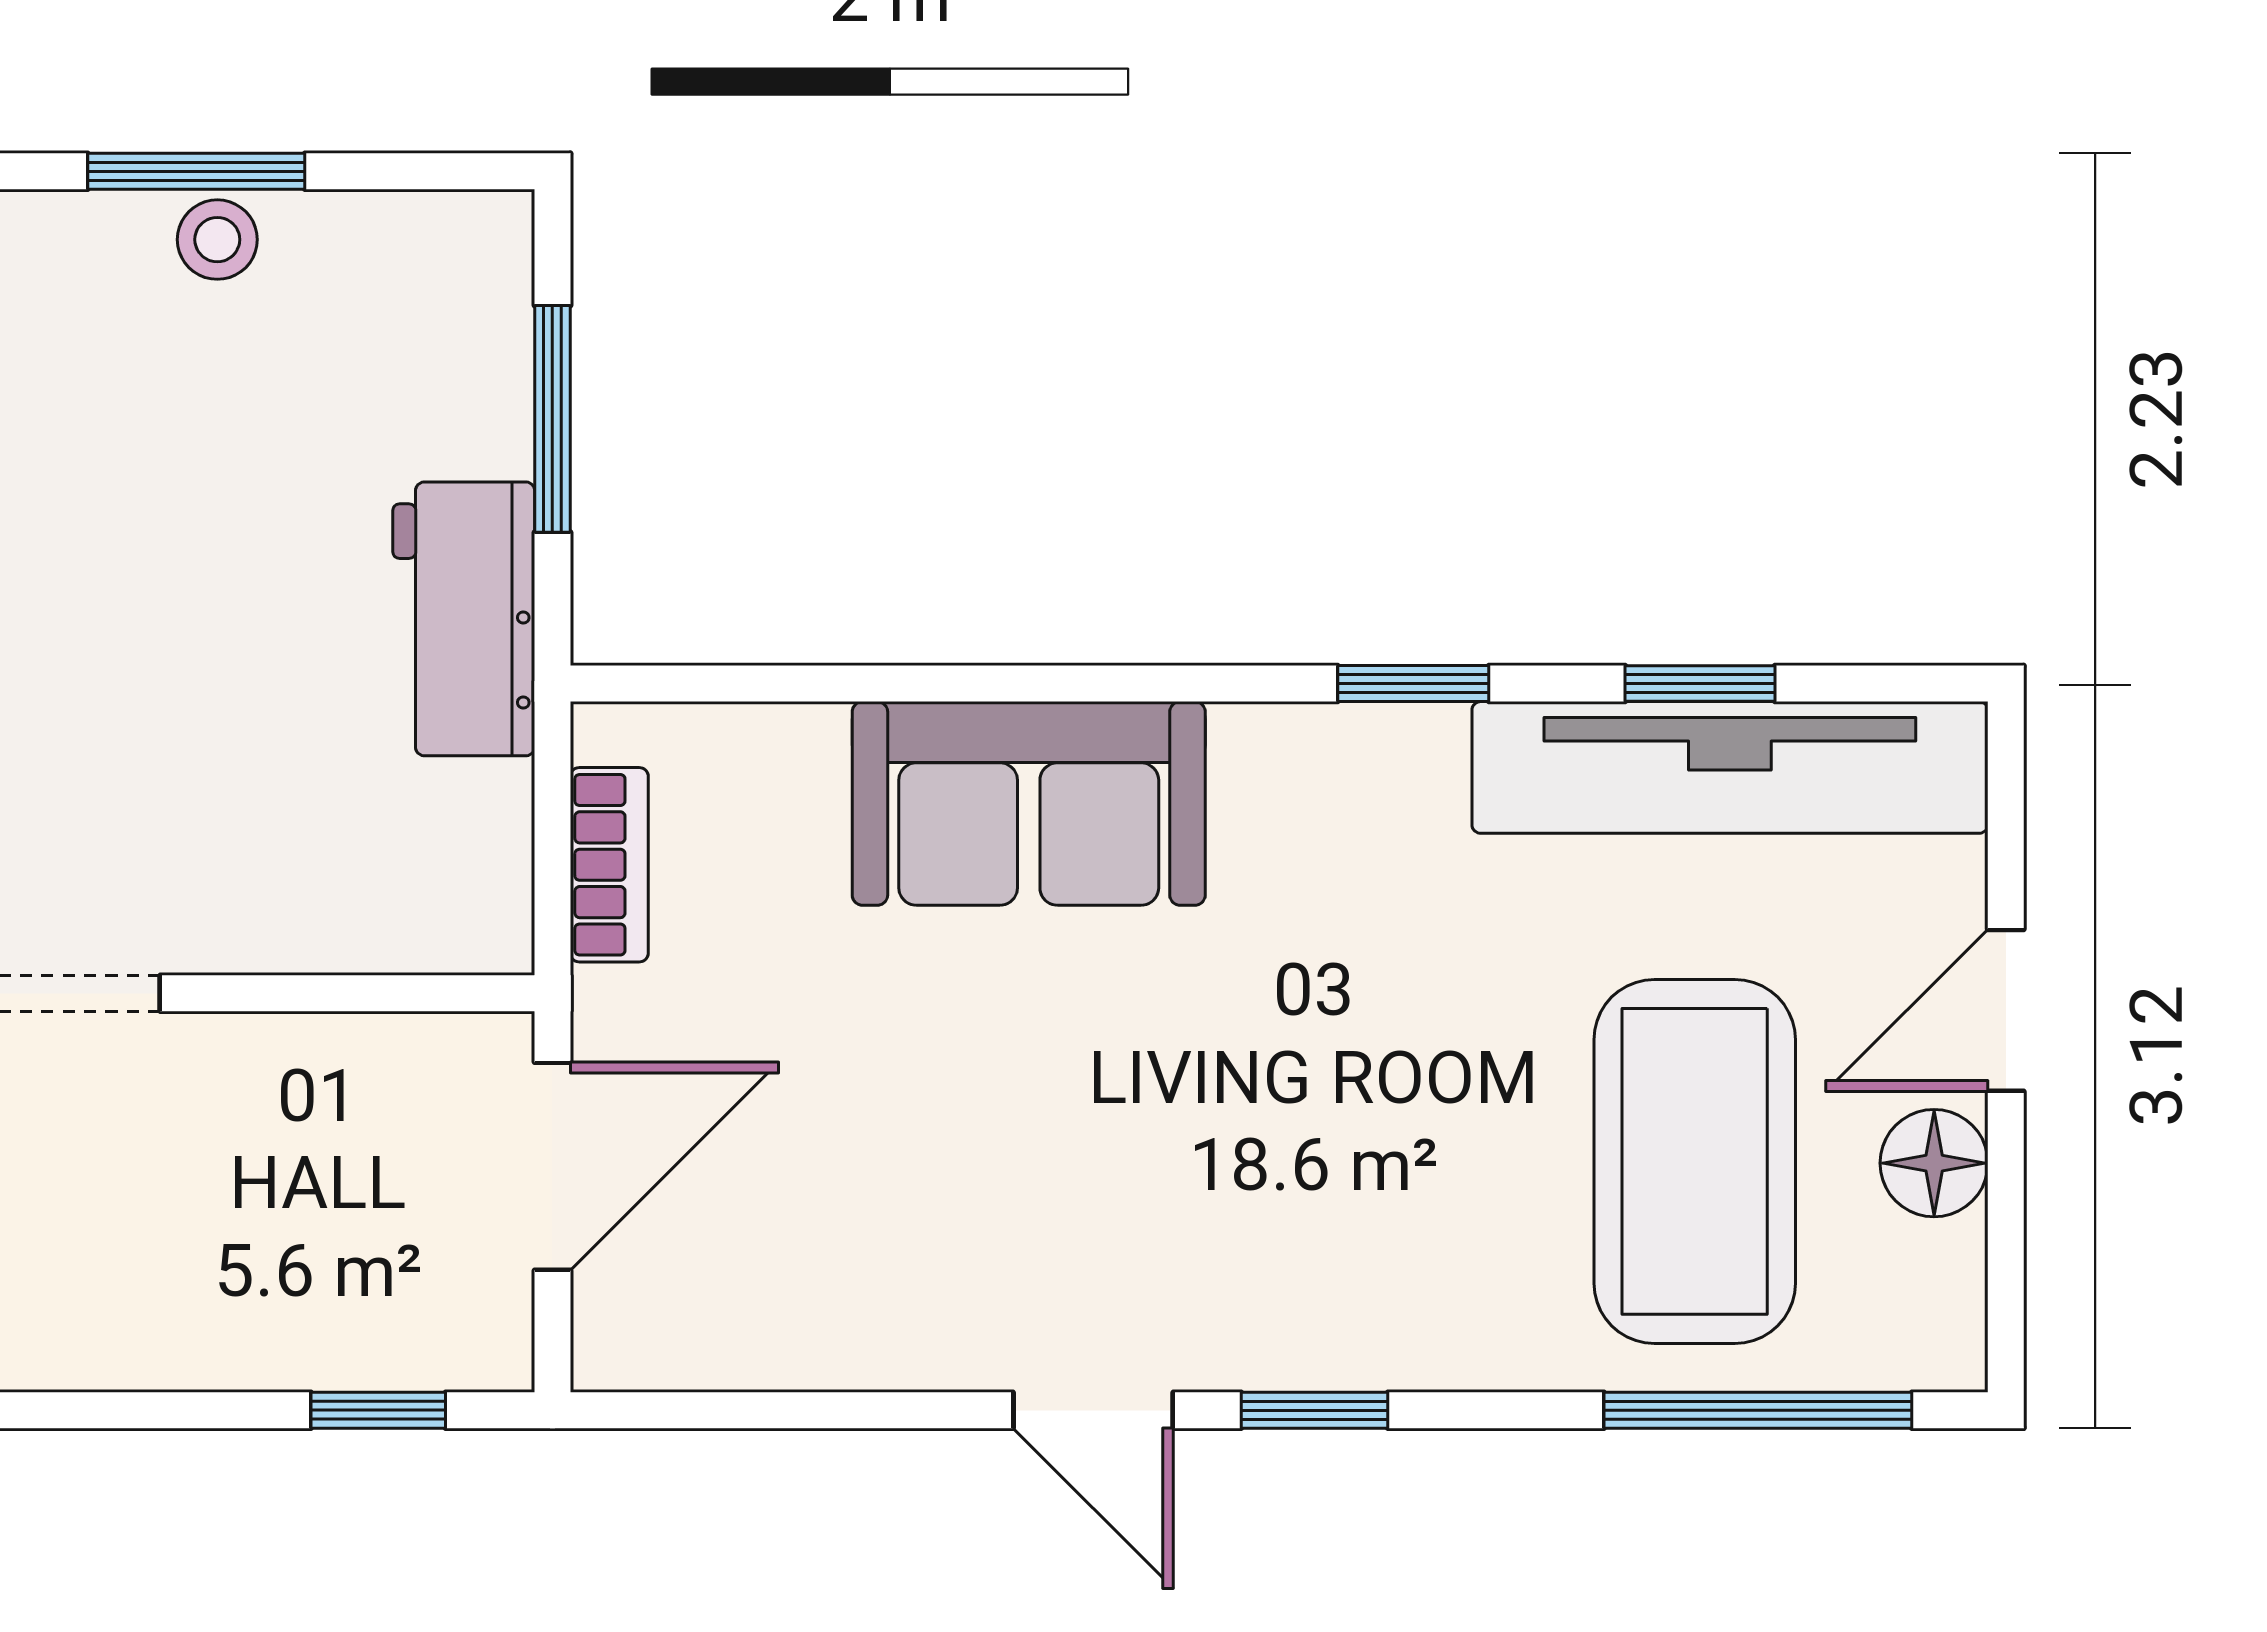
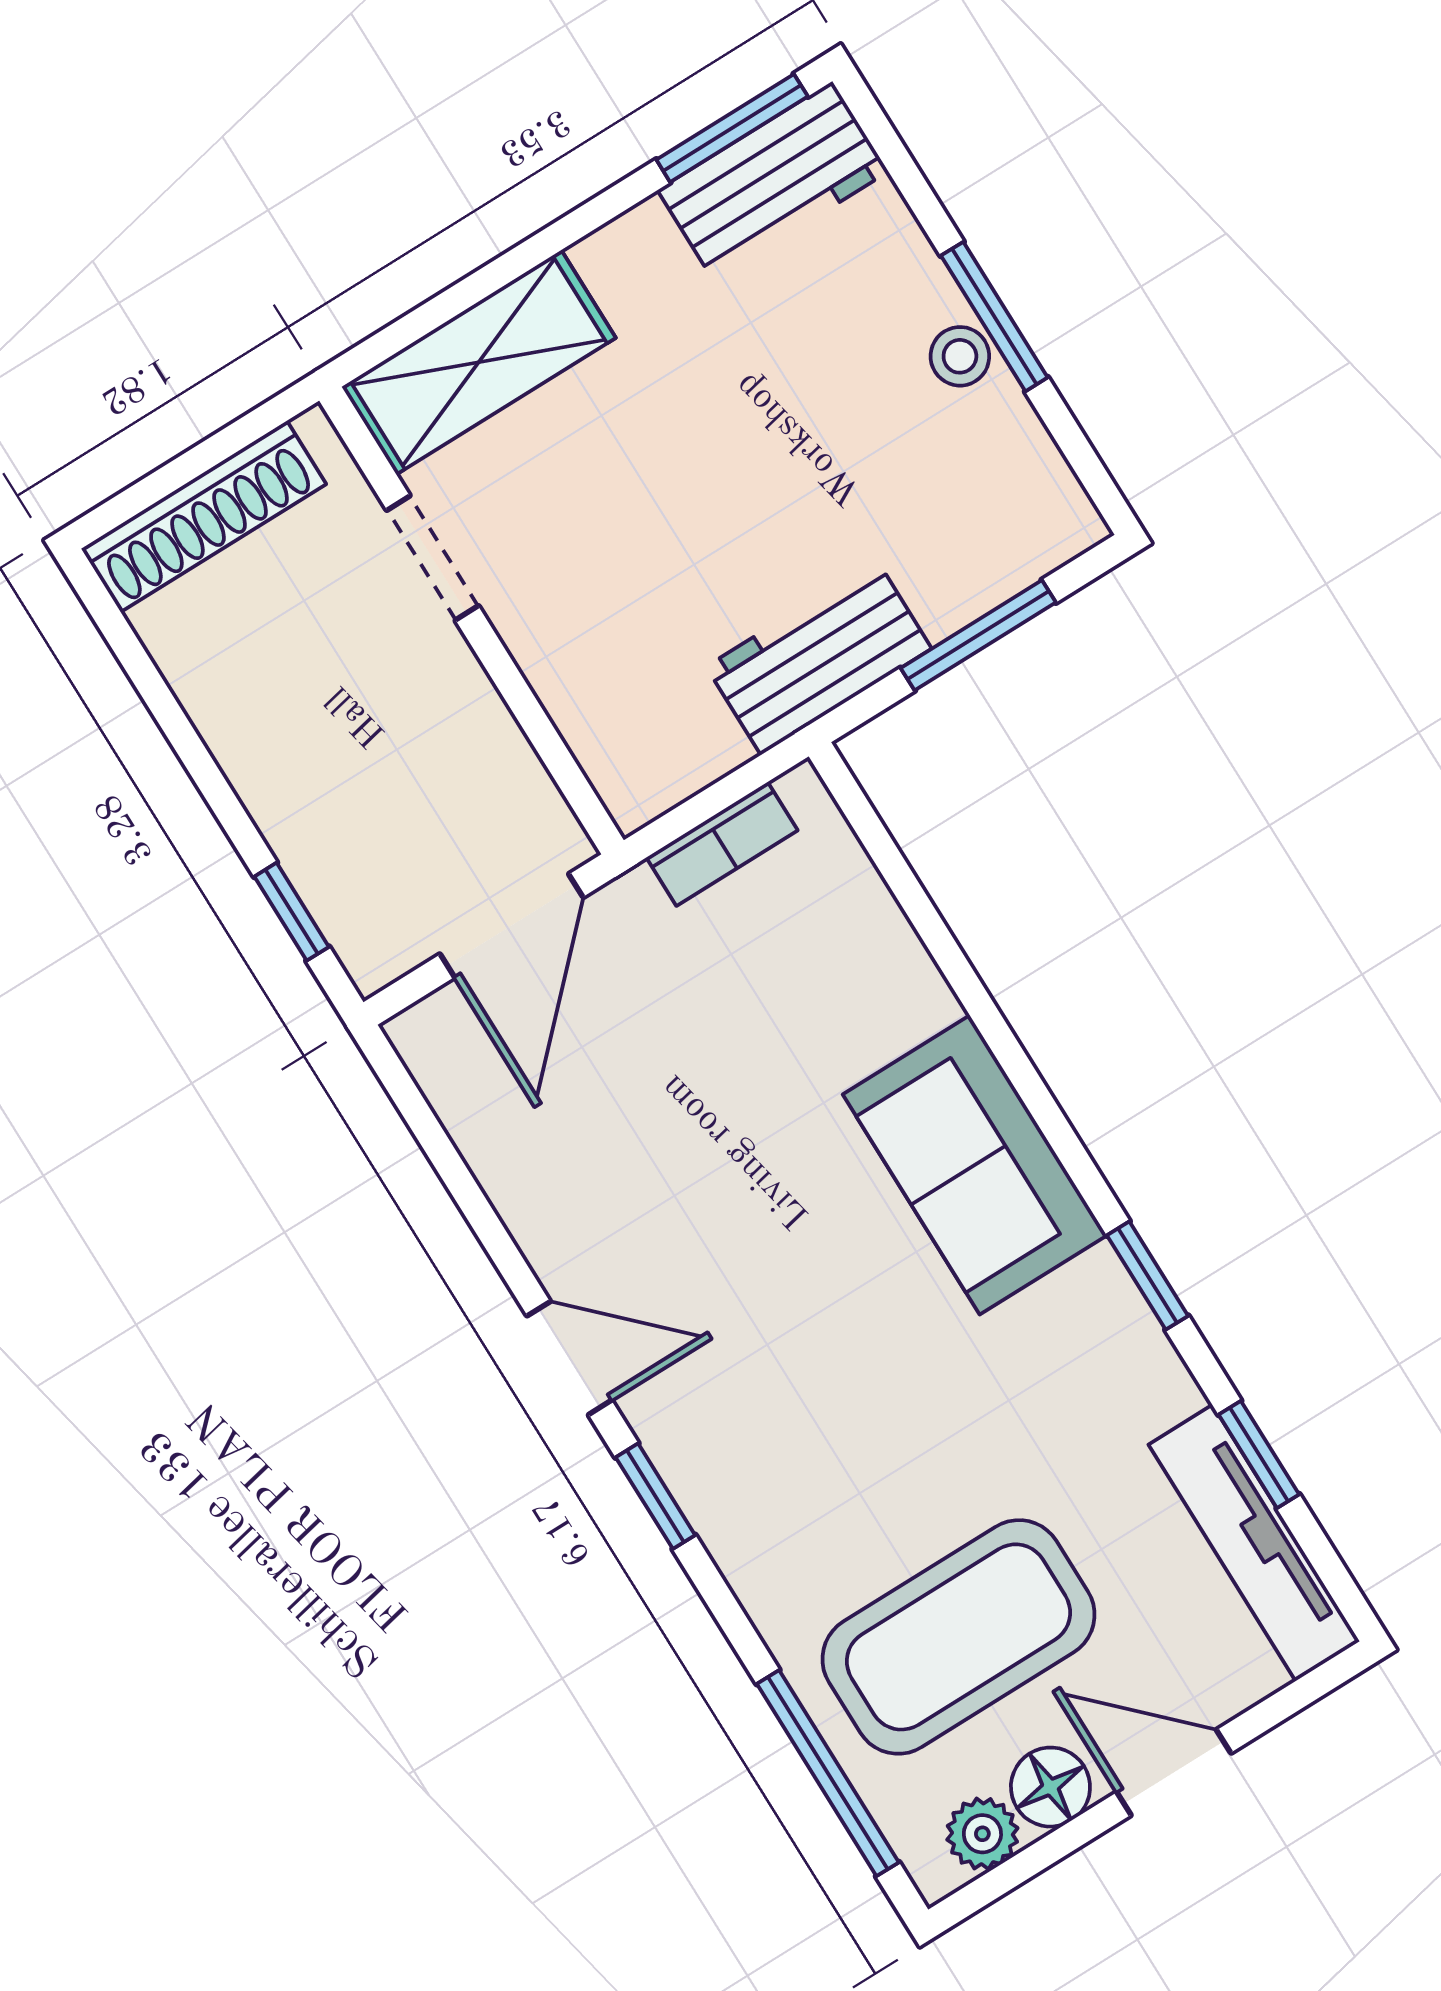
tv unit: (1730, 767) -> (1254, 1543), width x0.73, depth x0.78
sofa: (1029, 803) -> (975, 1165), moved
door: (552, 1166) -> (512, 926), hinge flipped
plant: (1939, 1275) -> (982, 1834), added
door: (1093, 1410) -> (569, 1358), swing flipped

